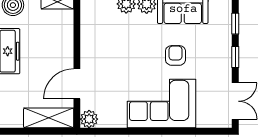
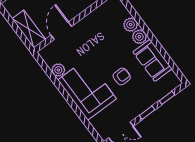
door: (77, 84) -> (61, 31), hinge flipped
plant: (89, 119) -> (58, 70), moved

